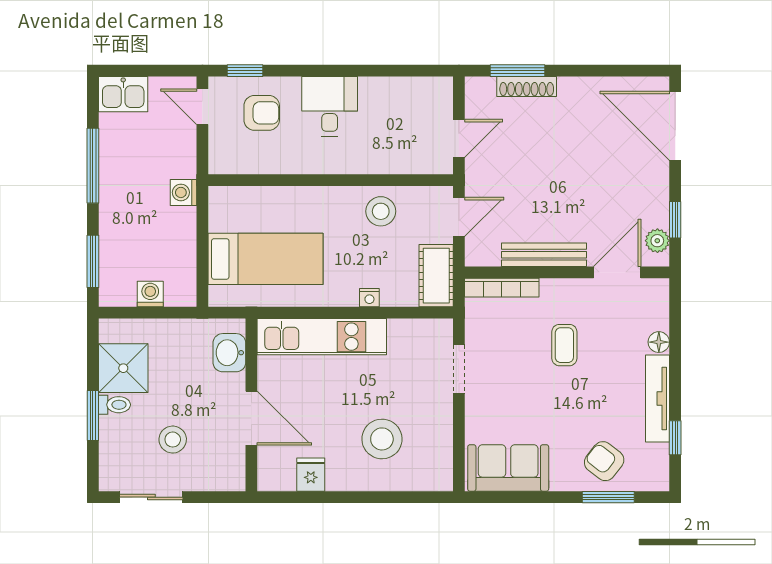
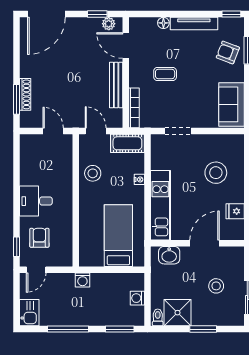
toilet: (115, 405) -> (158, 317), moved
window: (675, 438) -> (231, 14), moved
armchair: (604, 461) -> (228, 52), turned 73

